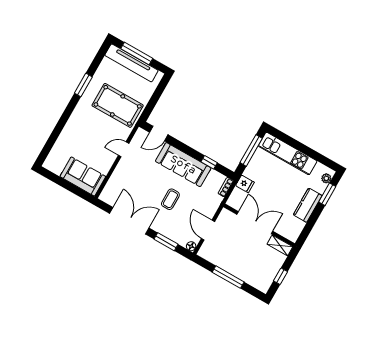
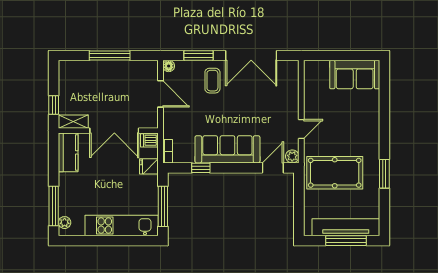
plant: (141, 134) -> (292, 156), added
sofa: (83, 176) -> (355, 75), moved
window: (327, 194) -> (54, 206), width x1.44
coffee table: (170, 199) -> (212, 81), moved
dishwasher: (234, 202) -> (149, 140), added
kitchen counter: (308, 205) -> (68, 152), moved
window: (280, 276) -> (54, 105), moved

